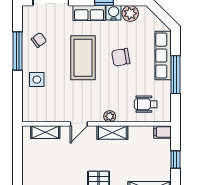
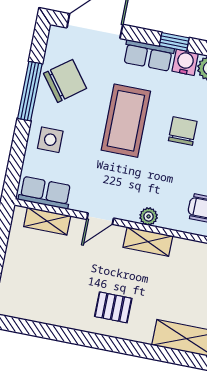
chair: (39, 40) -> (65, 81), width x1.87, depth x1.87
chair: (121, 57) -> (183, 131), turned 100
row of seats: (40, 114) -> (45, 193), added

